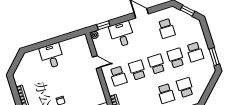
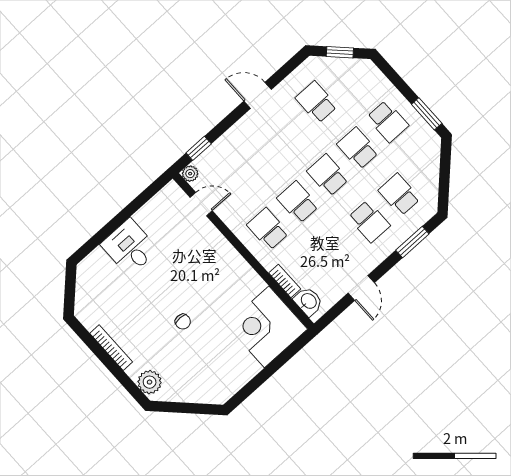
school desk: (166, 28) -> (316, 102), turned 180
desk: (122, 34) -> (239, 150), removed
door: (97, 62) -> (201, 204), moved
school desk: (118, 76) -> (268, 229), turned 180

